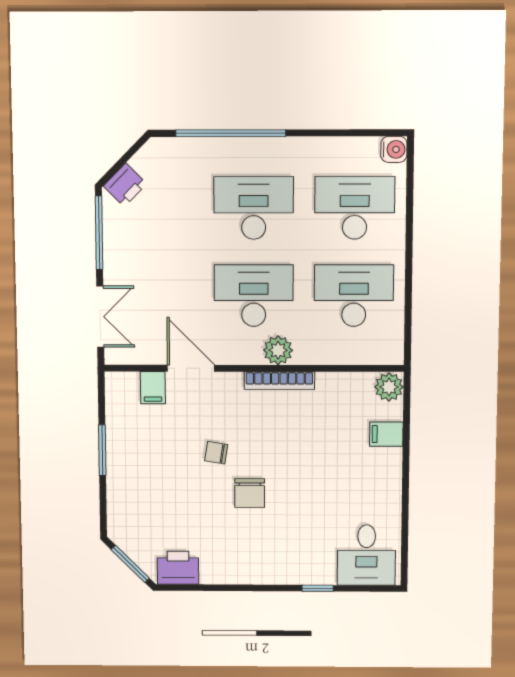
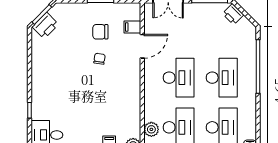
plant: (278, 350) -> (151, 129), moved
bookcase: (279, 381) -> (136, 91), removed
chair: (250, 493) -> (100, 32), moved
printer: (178, 568) -> (45, 26), moved, turned 45

